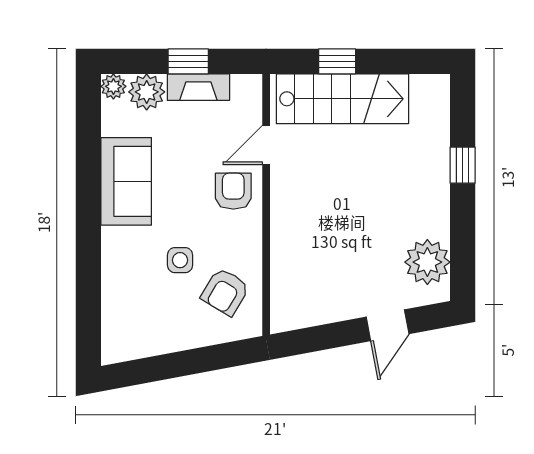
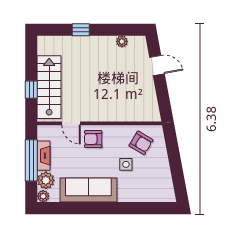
window: (188, 61) -> (31, 160), width x2.17
sofa: (126, 181) -> (88, 190), width x1.36
plant: (427, 262) -> (122, 41), width x0.53, depth x0.53

